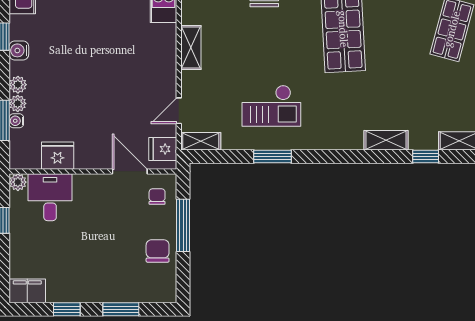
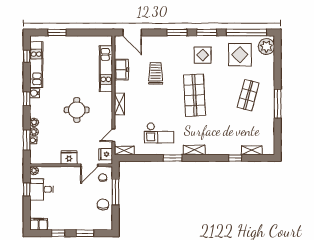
water cooler: (19, 50) -> (35, 93), moved
round table: (104, 59) -> (77, 110), added
shelving: (386, 140) -> (194, 150), moved
fridge: (58, 156) -> (69, 157), moved
window: (273, 157) -> (173, 158), moved
door: (130, 171) -> (89, 165), swing flipped
desk: (50, 197) -> (41, 189), moved, turned -90

